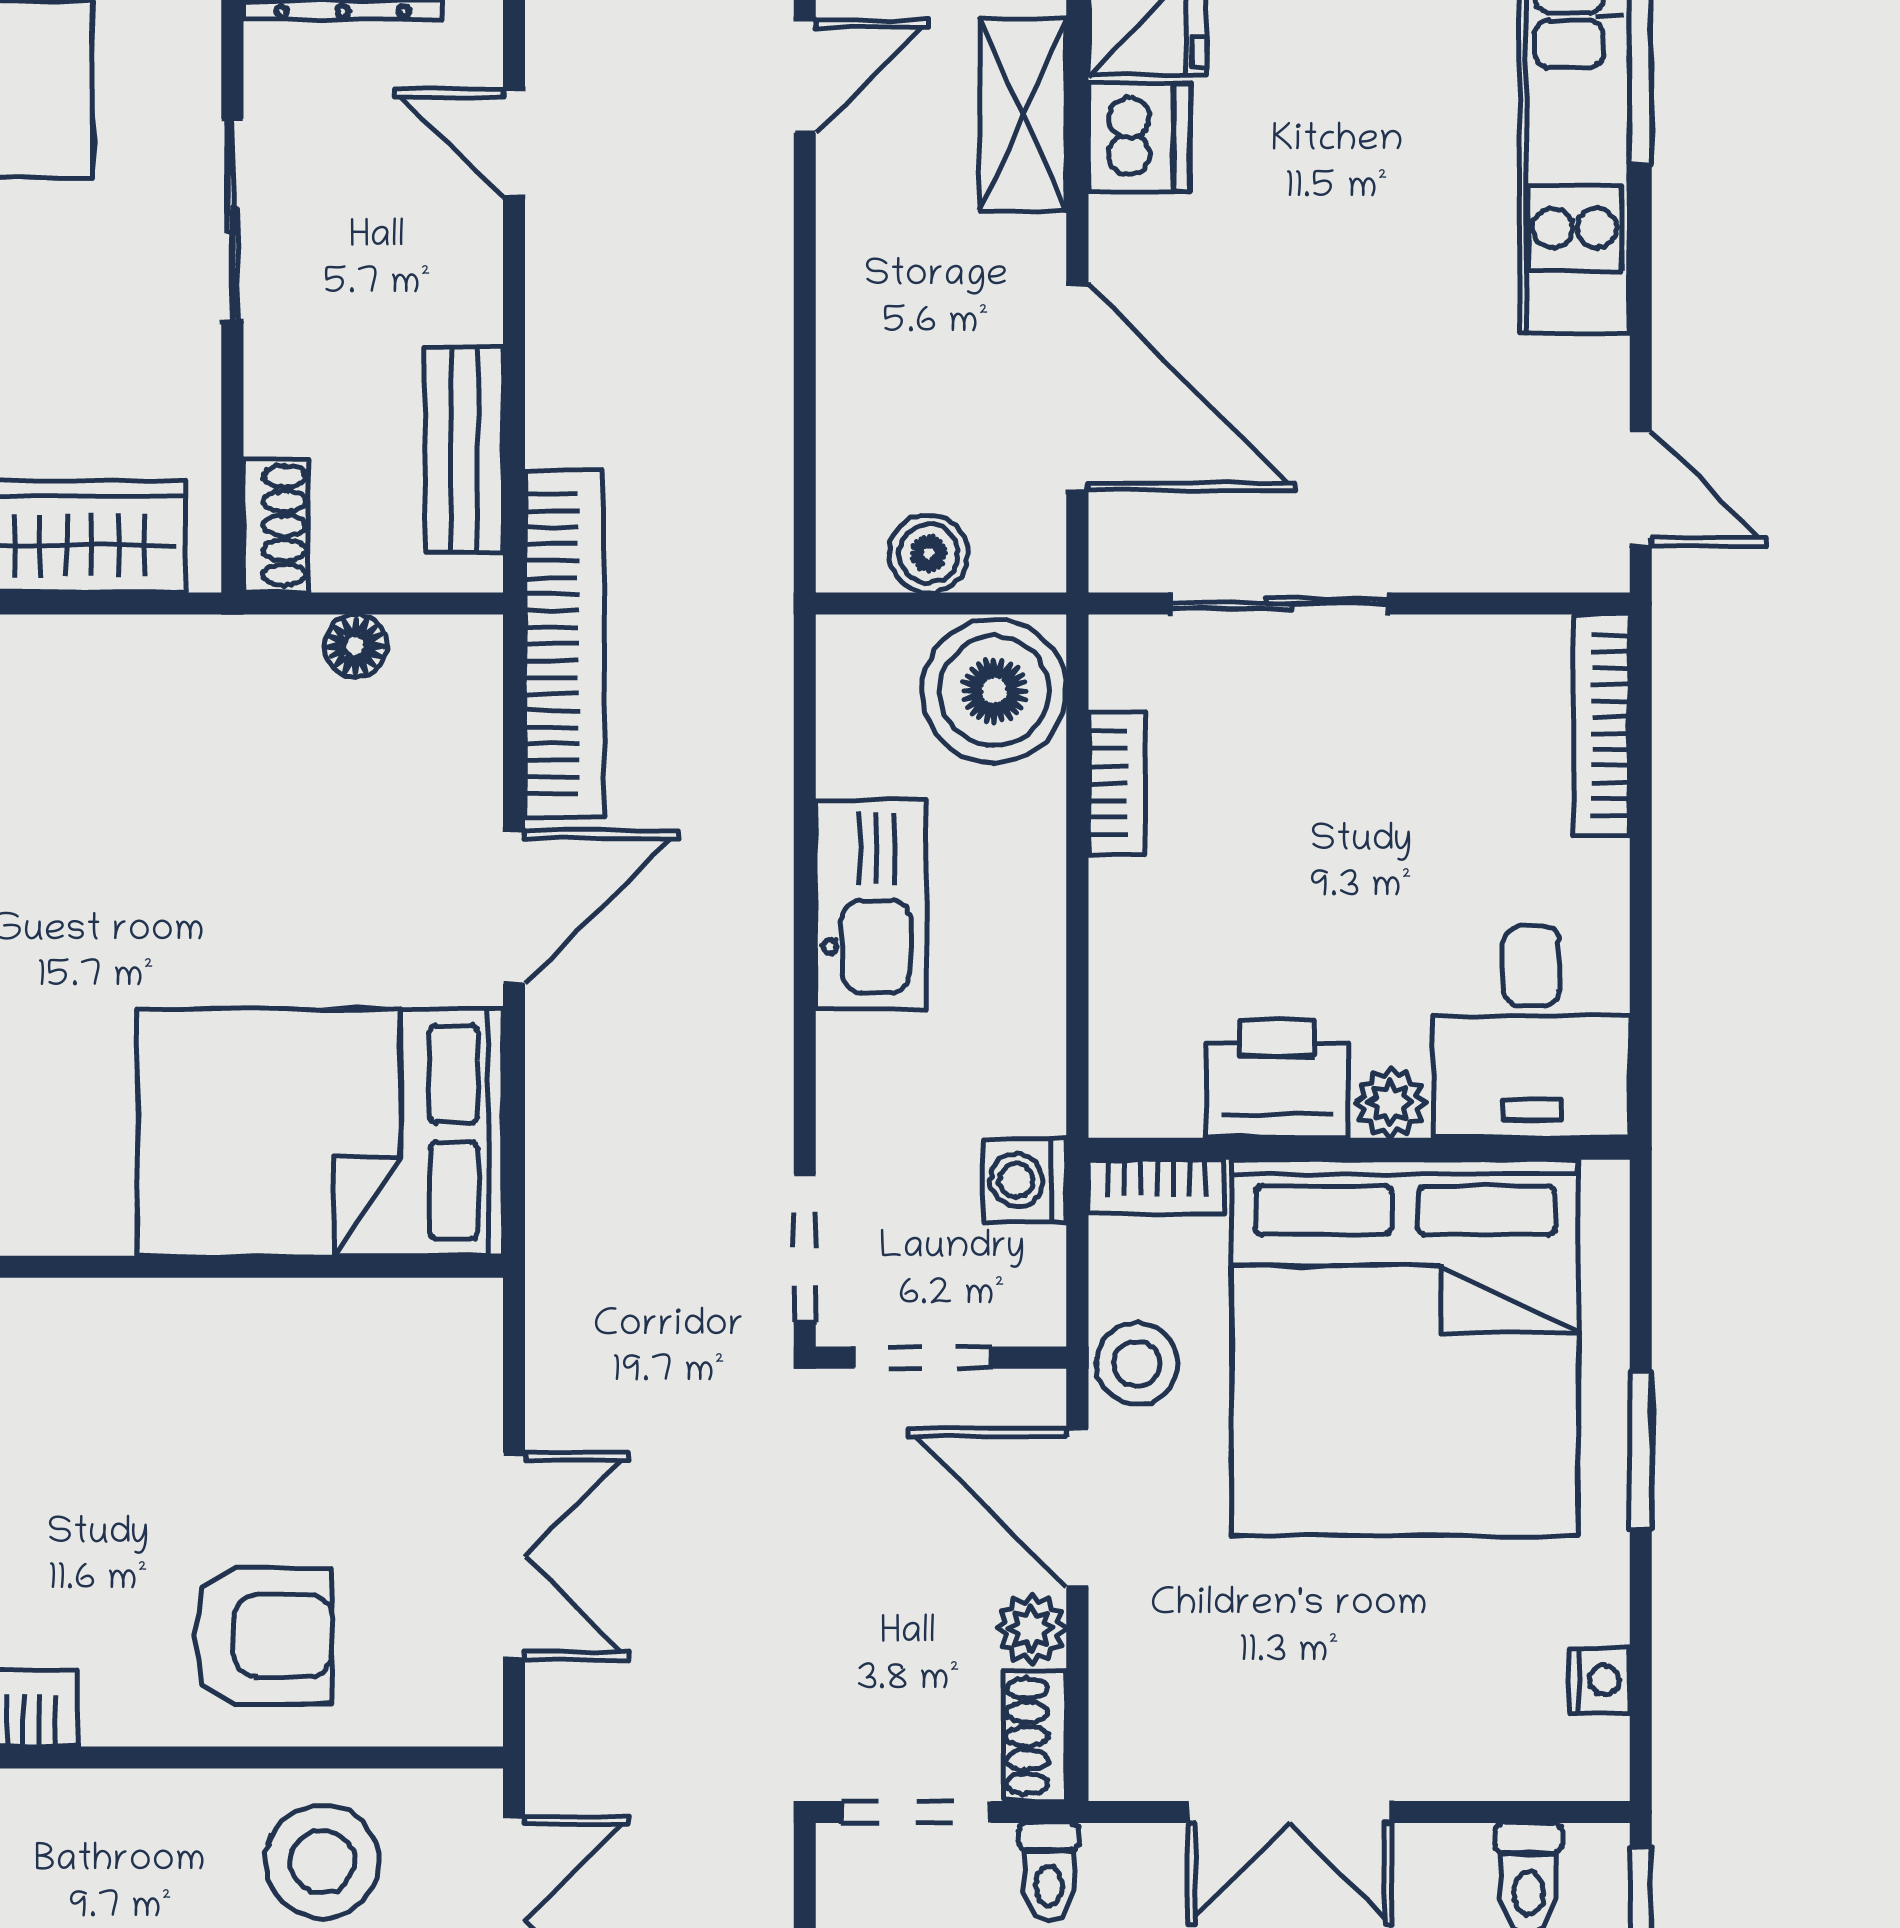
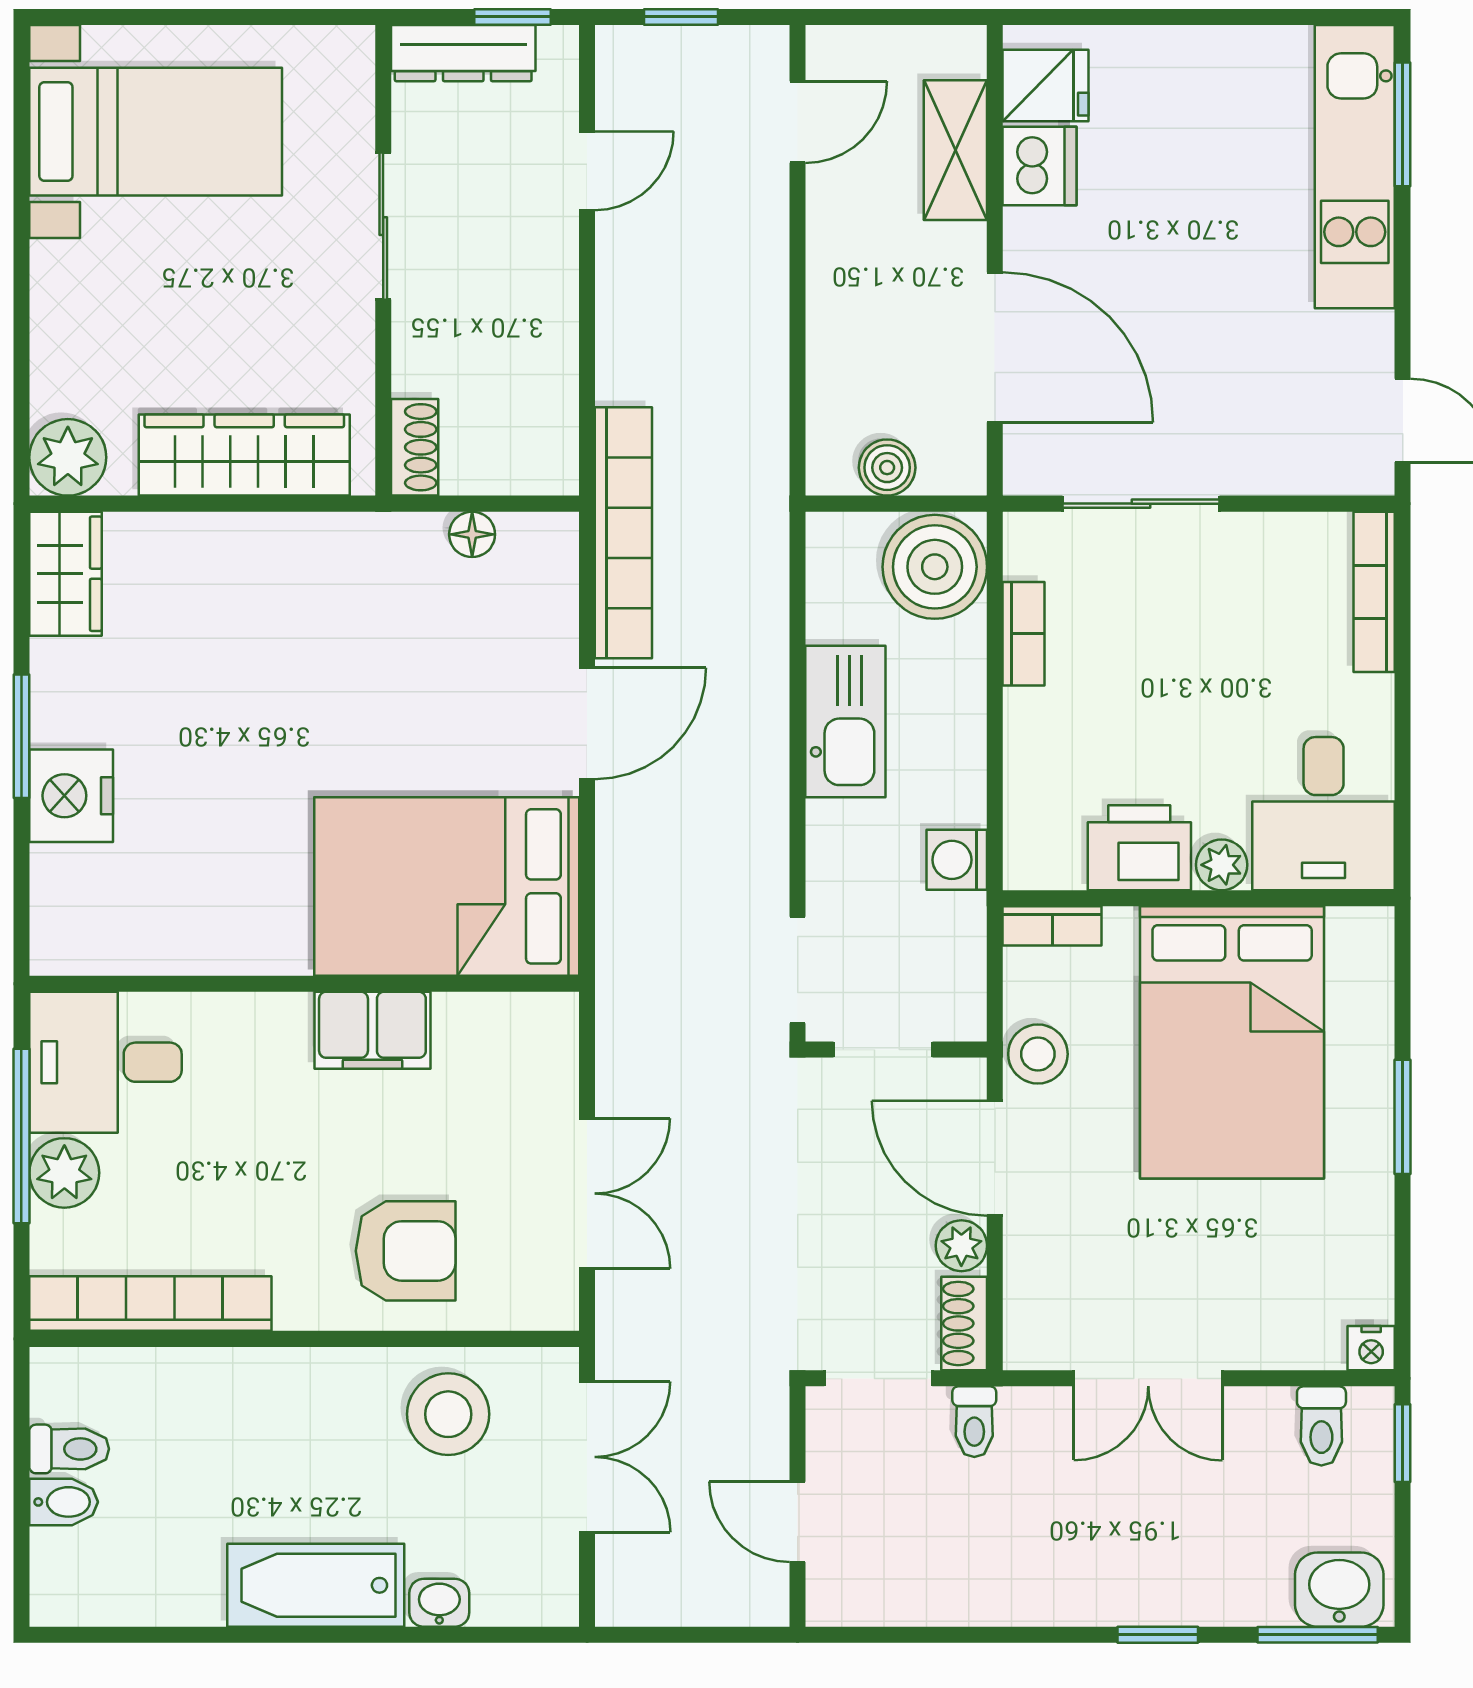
door: (514, 143) -> (587, 171), swing flipped
bench: (464, 449) -> (551, 392), removed
washing machine: (1025, 1180) -> (957, 860), moved
filing cabinet: (218, 1331) -> (372, 1030), added
bed: (1405, 1348) -> (1232, 1042), width x0.73
nightstand: (1599, 1680) -> (1371, 1348), moved, turned 90

